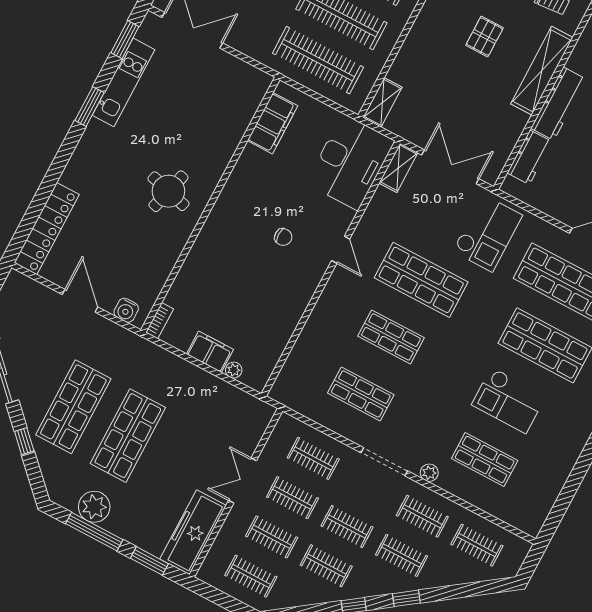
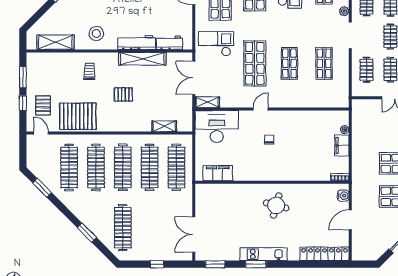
shelving: (542, 71) -> (142, 59), moved
kitchen unit: (123, 82) -> (264, 254), moved
shelving: (383, 102) -> (164, 126), moved

